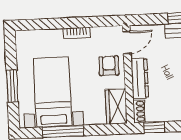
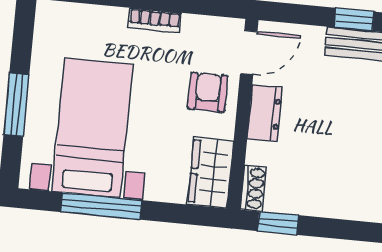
dresser: (140, 78) -> (265, 113), width x0.70

